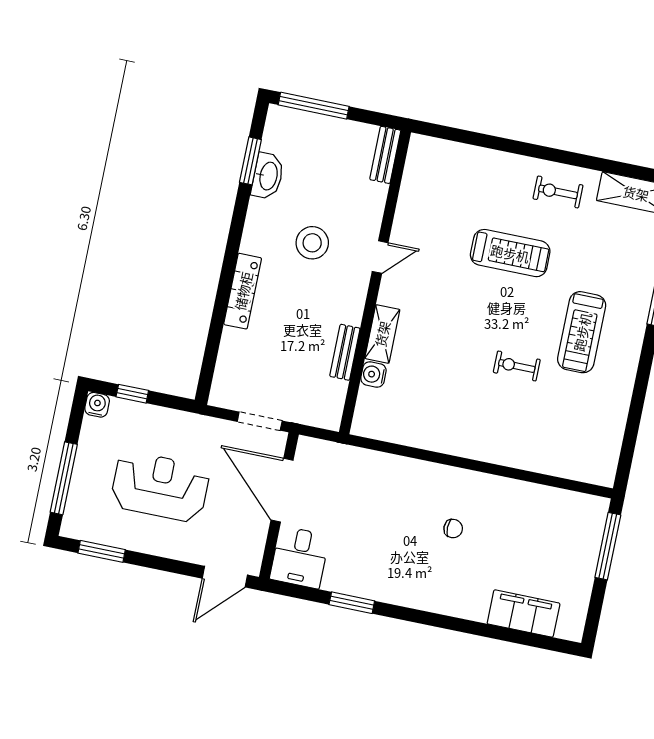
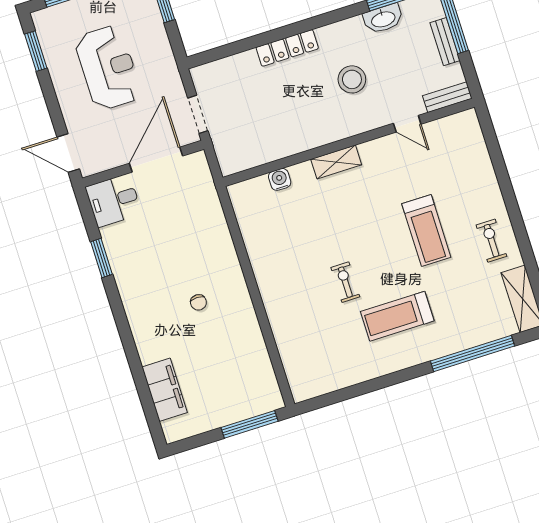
door: (380, 257) -> (407, 124), moved
shelving: (382, 334) -> (336, 162), moved
bench: (345, 352) -> (445, 42), moved, turned 90

